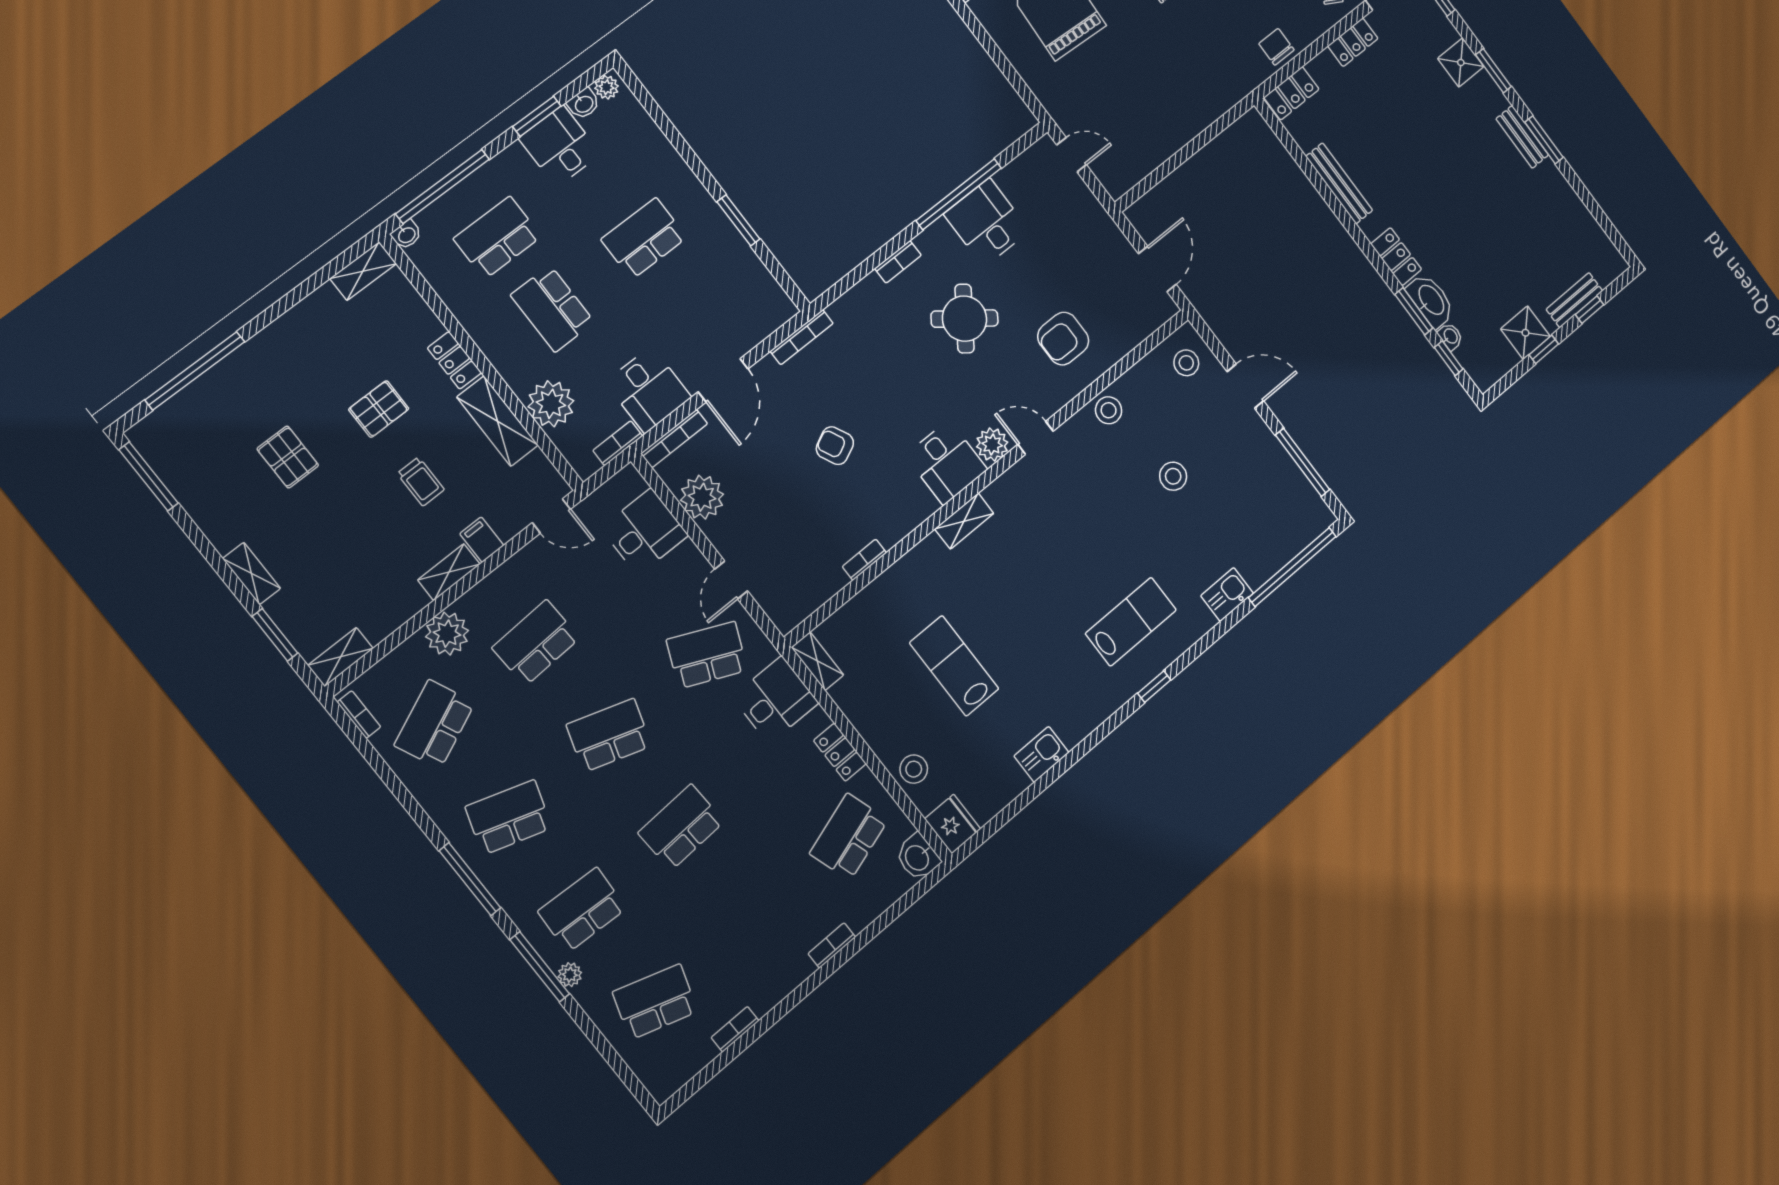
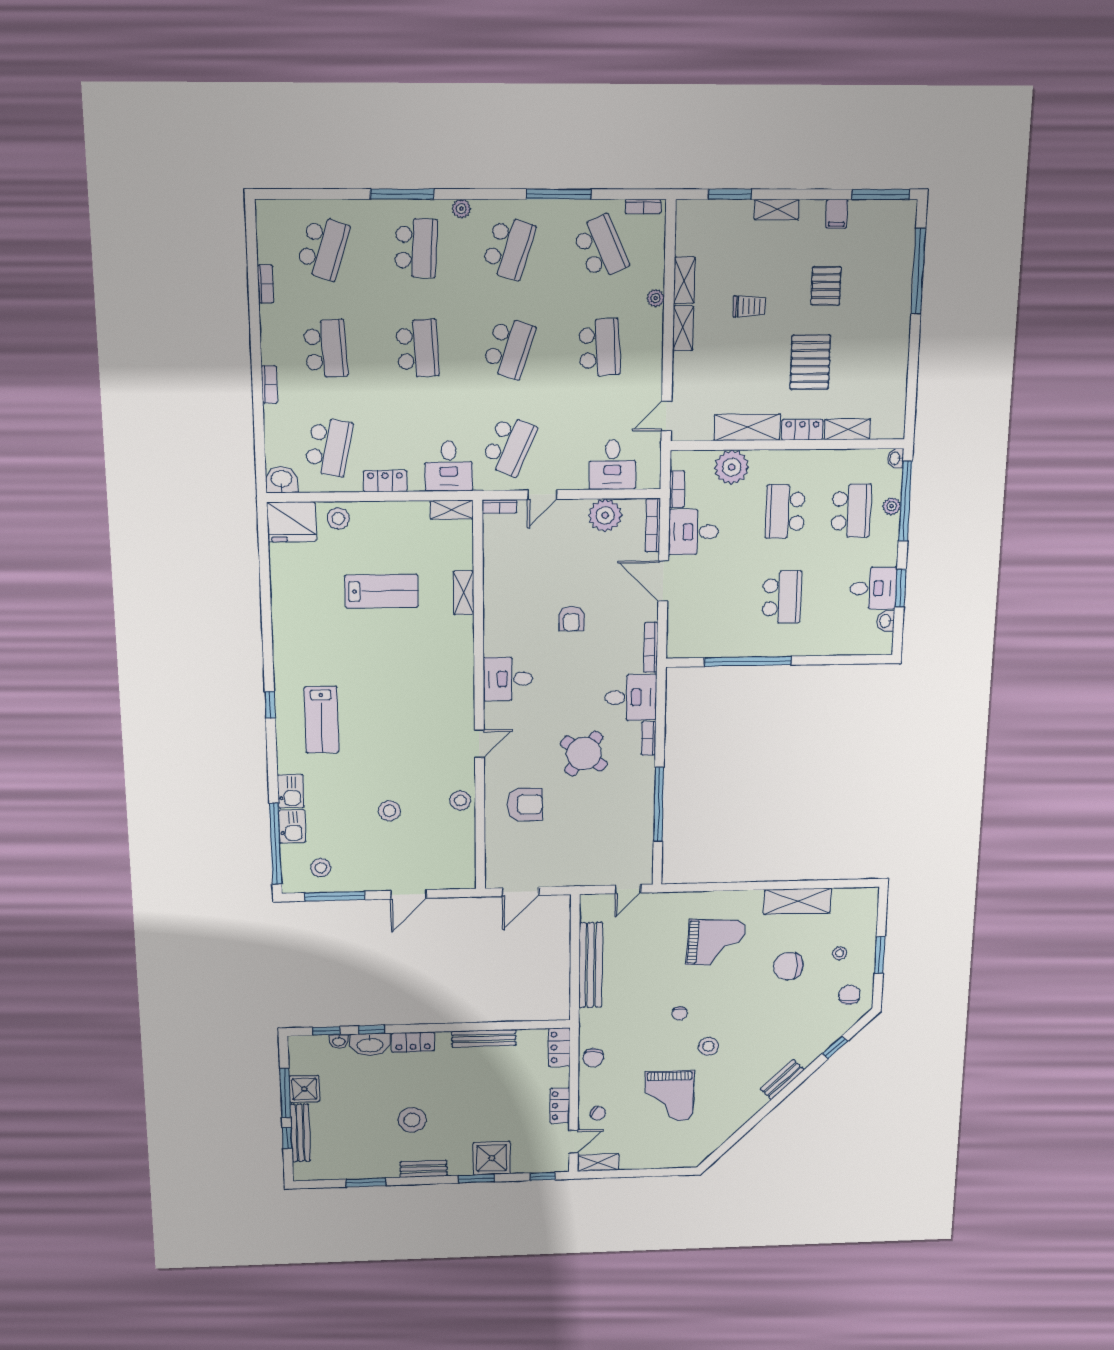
chair: (1276, 47) -> (593, 1058), turned 95
shower: (1461, 62) -> (492, 1158), width x1.36, depth x1.36
plant: (606, 87) -> (892, 506), moved
bench: (1181, 130) -> (591, 965), added
window: (1544, 140) -> (366, 1182), moved
stool: (1479, 191) -> (412, 1120), added
window: (738, 220) -> (748, 661), width x2.11
desk: (987, 223) -> (631, 697), moved
door: (1157, 269) -> (521, 892), hinge flipped
shelving: (363, 271) -> (847, 429), moved, turned 90
bench: (1575, 300) -> (300, 1133), width x1.36
school desk: (553, 309) -> (785, 511), turned -90
window: (1414, 311) -> (372, 1030), width x0.67
armchair: (1063, 339) -> (525, 804), turned 90
window: (1544, 349) -> (285, 1093), width x2.17
stool: (1186, 363) -> (321, 868), moved
pallet: (379, 409) -> (810, 362), width x1.50, depth x1.42
plant: (992, 444) -> (496, 715), removed
armchair: (835, 446) -> (571, 619), turned 116
pallet: (288, 457) -> (826, 286), turned 90
trolley: (421, 482) -> (749, 306), moved, turned 180
shelving: (964, 521) -> (463, 593), moved
filing cabinet: (482, 540) -> (837, 214), moved, turned 90
bookcase: (864, 560) -> (499, 507), moved, turned 90
door: (731, 580) -> (542, 495), swing flipped
plant: (447, 634) -> (656, 298), width x0.53, depth x0.53
shelving: (341, 657) -> (684, 280), moved
kitchen sink: (1041, 754) -> (292, 826), moved
fridge: (953, 824) -> (291, 522), width x1.36, depth x1.34
school desk: (849, 837) -> (329, 447), turned 30
window: (470, 879) -> (559, 194), moved
school desk: (753, 918) -> (326, 349), added
plant: (570, 975) -> (461, 209), moved

